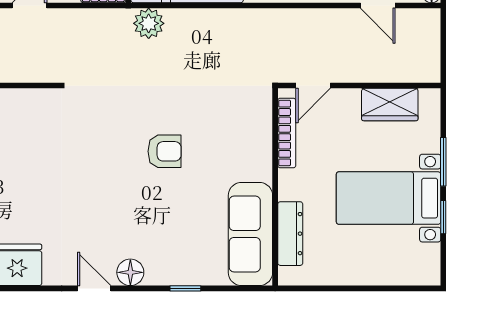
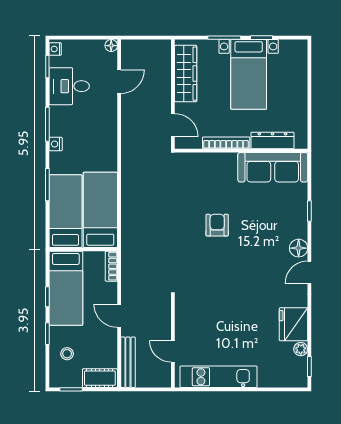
plant: (149, 23) -> (131, 236), removed
wardrobe: (390, 104) -> (186, 74), width x1.50
bookcase: (287, 133) -> (226, 143), moved

